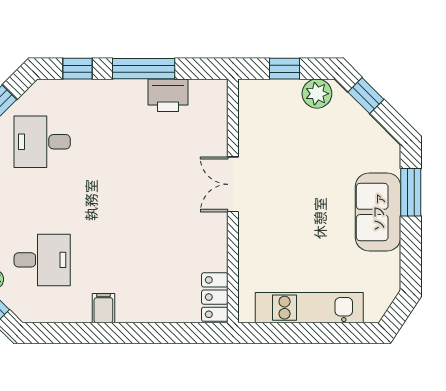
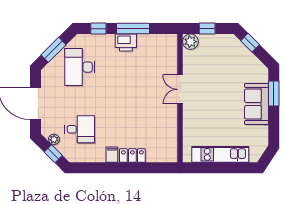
plant: (317, 94) -> (190, 42), moved
printer: (168, 95) -> (126, 43), moved
desk: (42, 142) -> (80, 67), width x1.37
locker: (215, 297) -> (132, 155), moved, turned 90

